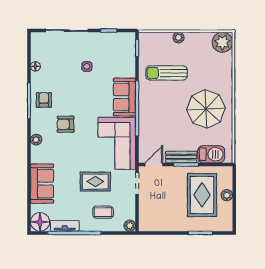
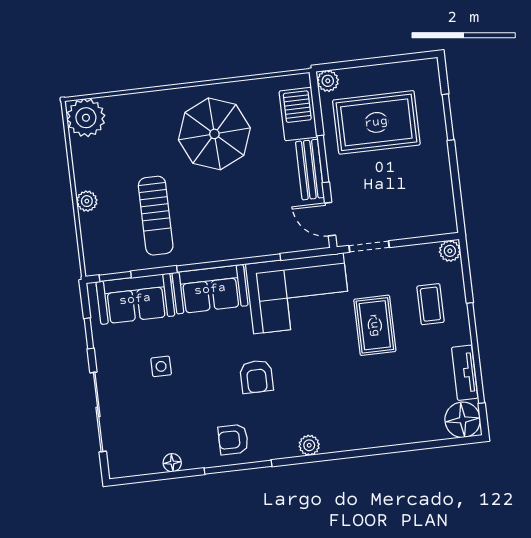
armchair: (66, 124) -> (256, 377), moved
sofa: (42, 184) -> (135, 299), moved, turned 180
plant: (227, 195) -> (328, 81), moved

